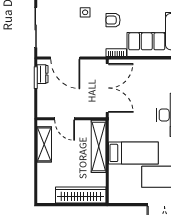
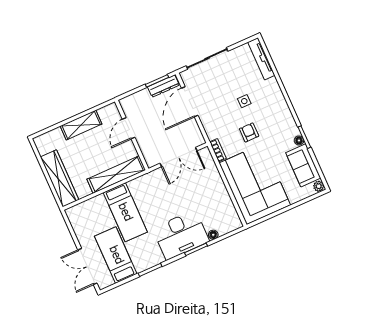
dresser: (42, 74) -> (163, 86), width x1.44
double door: (107, 88) -> (179, 157), width x0.73
shelving: (44, 144) -> (81, 125), moved

